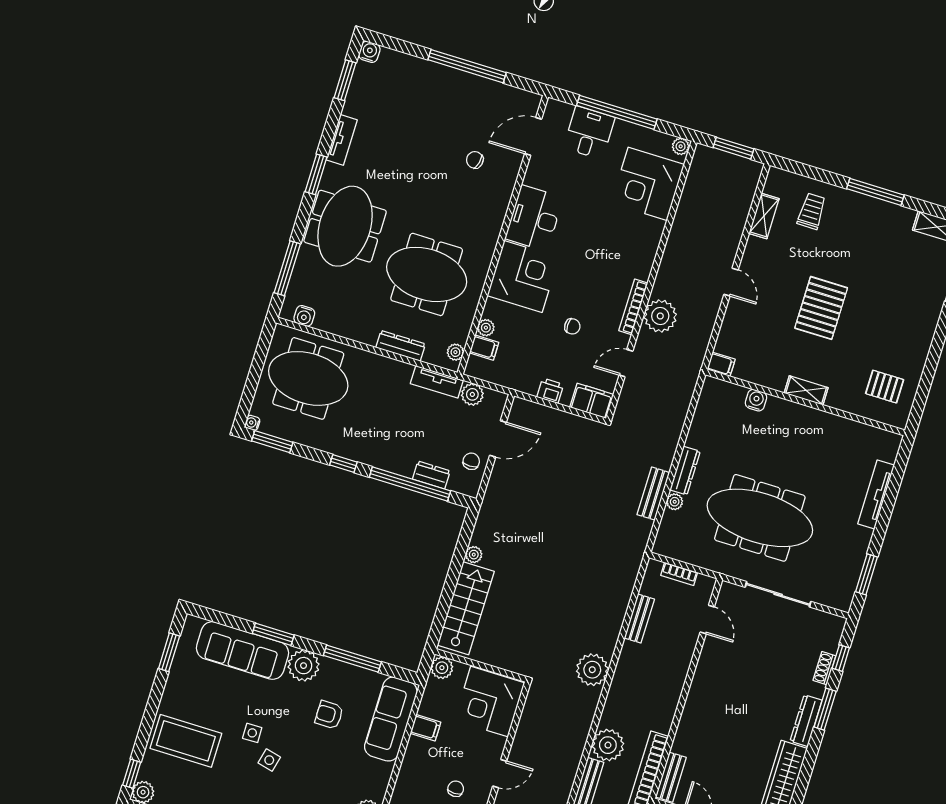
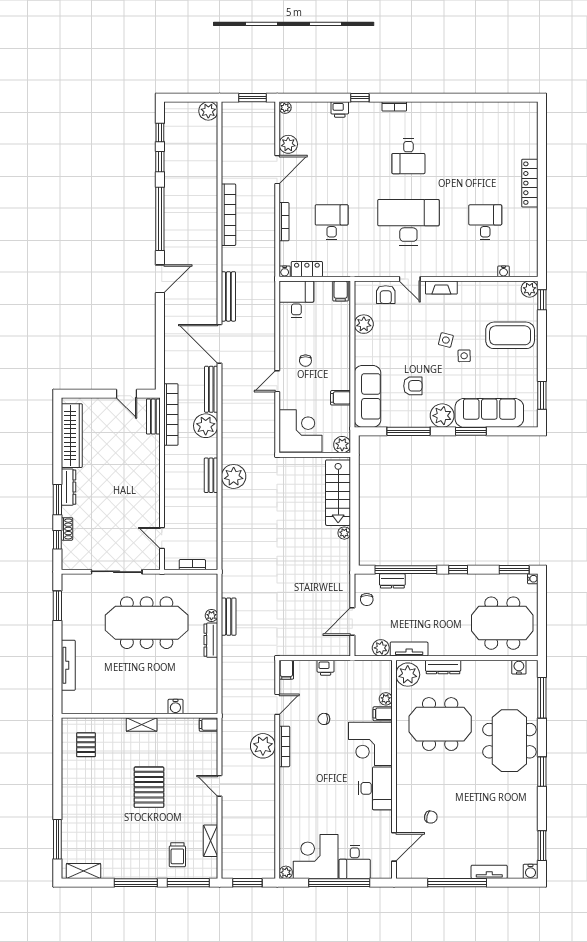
tv unit: (342, 140) -> (489, 872), moved, turned 90
window: (809, 171) -> (188, 883), added
corner desk: (648, 184) -> (316, 857), moved, turned -90
filing cabinet: (484, 348) -> (383, 714), moved
plant: (455, 352) -> (408, 675), width x1.88, depth x1.88
pallet: (885, 387) -> (86, 745), turned 90
filing cabinet: (592, 401) -> (286, 670), width x0.50
bench: (639, 619) -> (211, 475), moved

